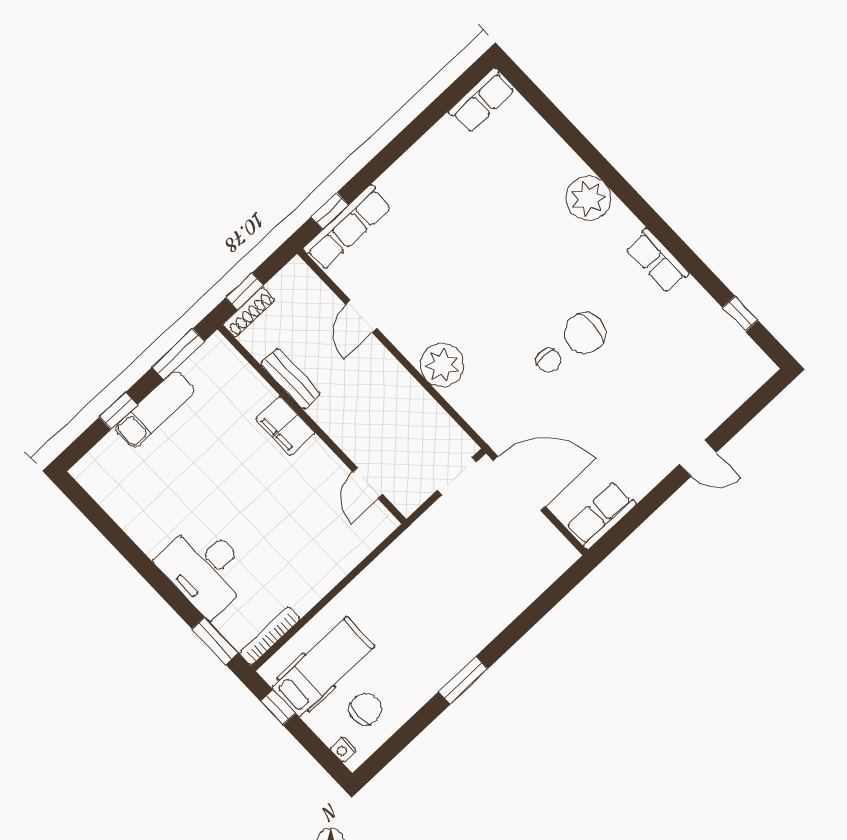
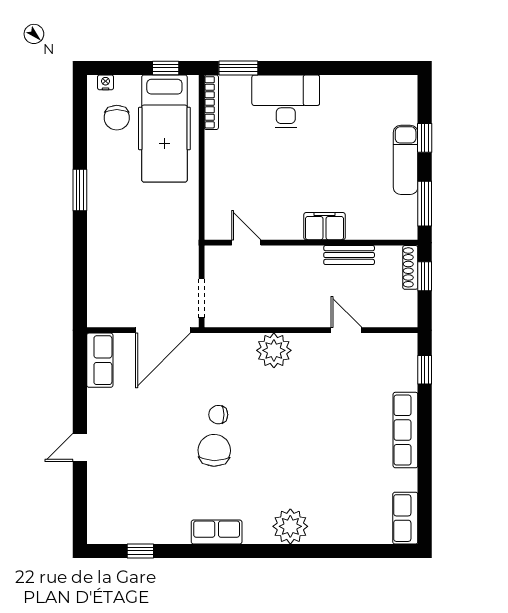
row of seats: (347, 227) -> (405, 430), moved
hospital bed: (323, 667) -> (164, 129), width x1.37, depth x1.29

